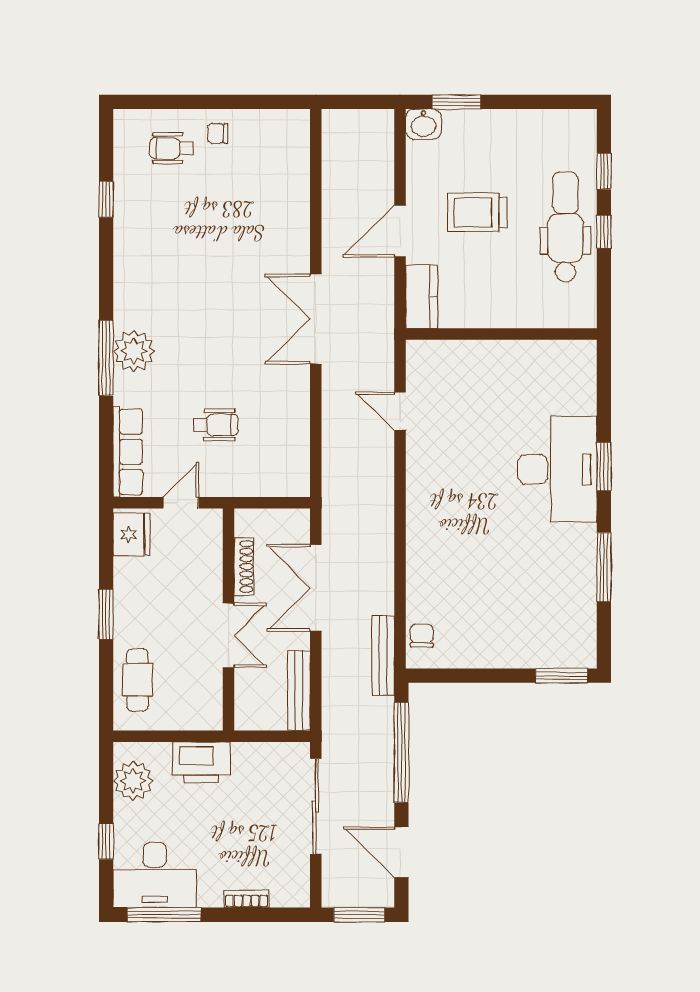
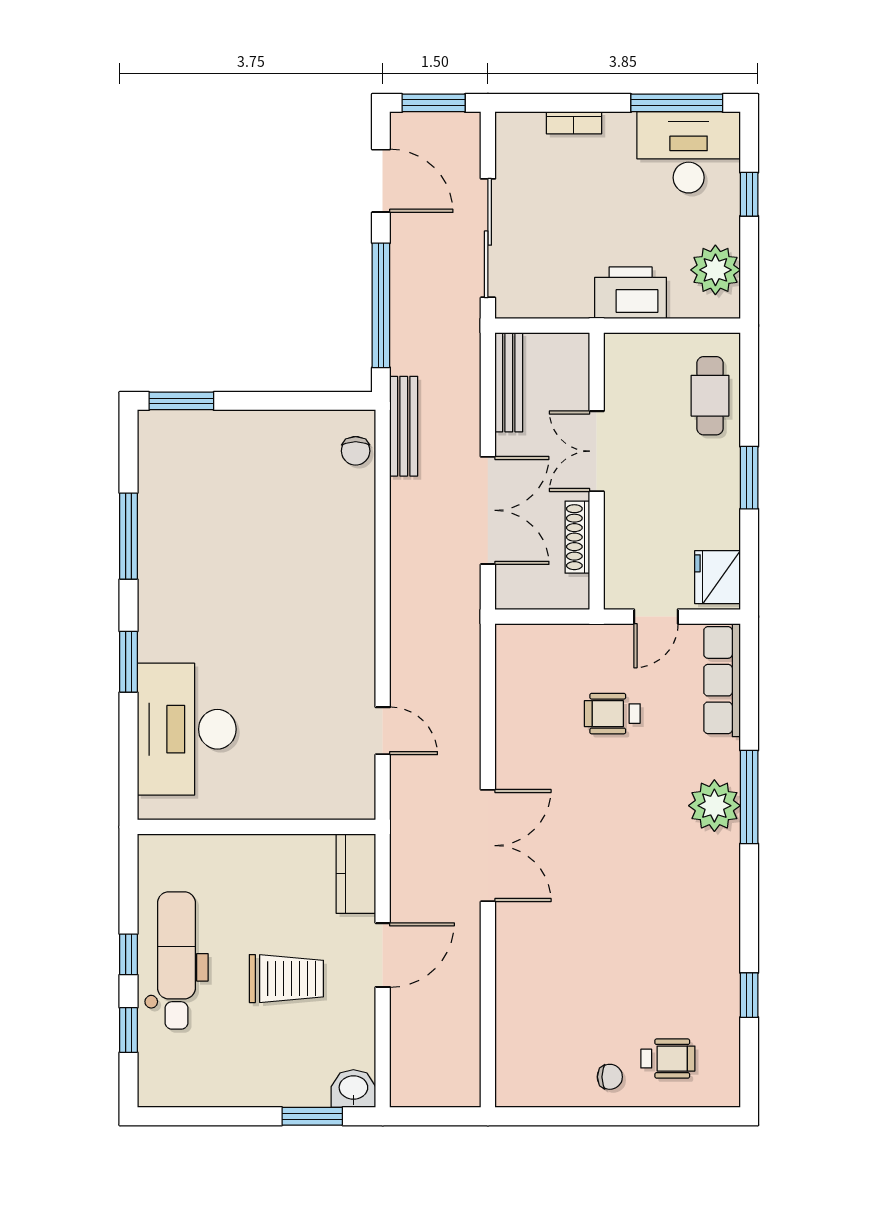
dental chair: (565, 227) -> (176, 960), turned 180
desk: (557, 469) -> (187, 729), moved

